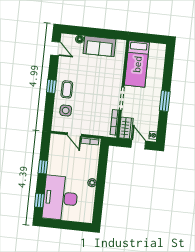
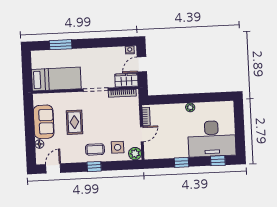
rug: (95, 74) -> (74, 122), added
window: (165, 101) -> (61, 45), moved
plant: (57, 126) -> (135, 154), added

